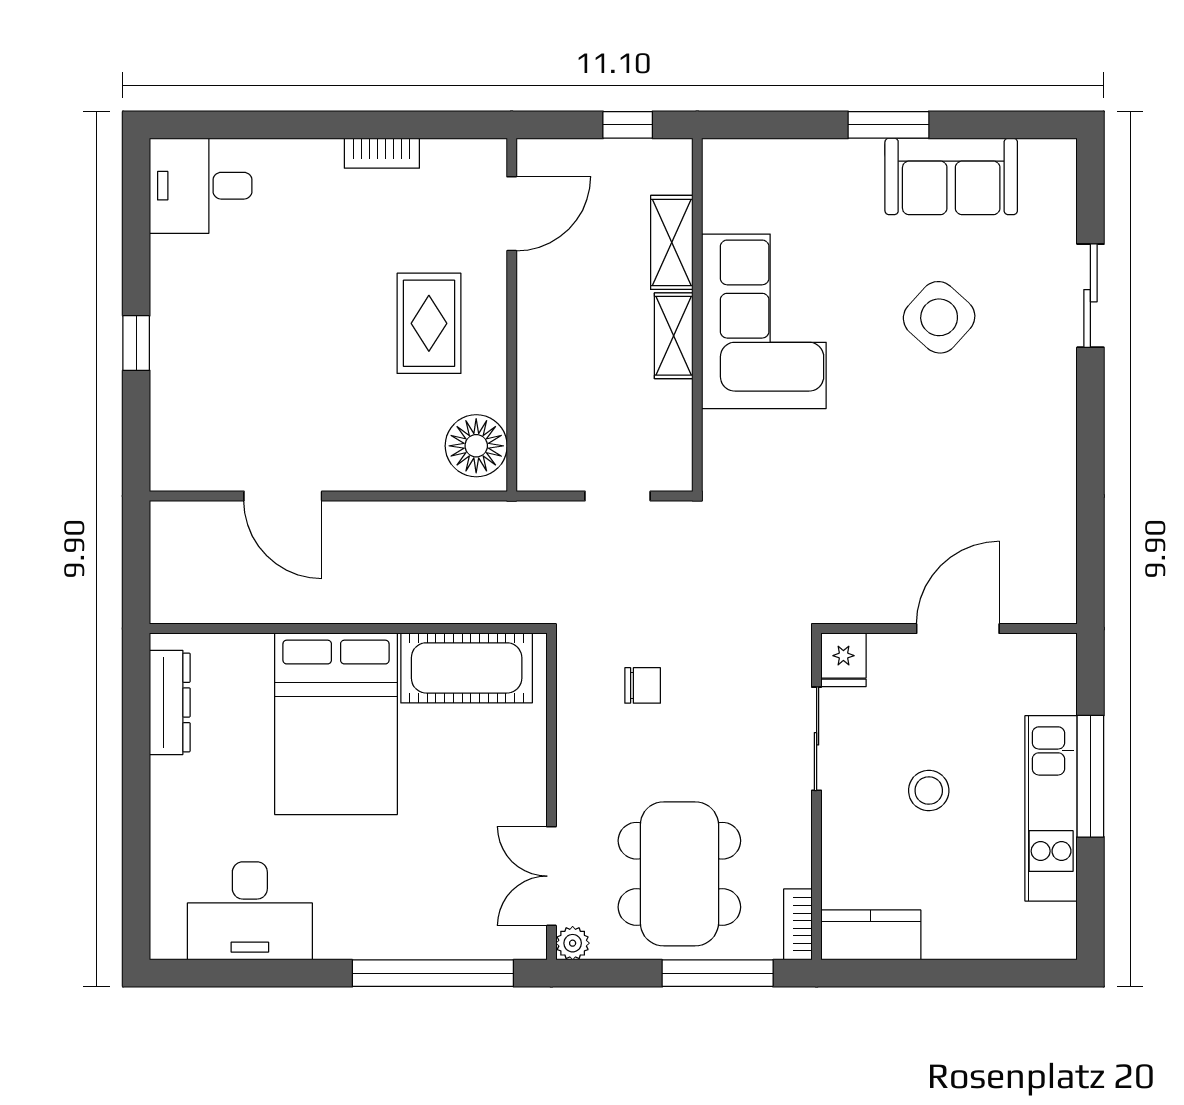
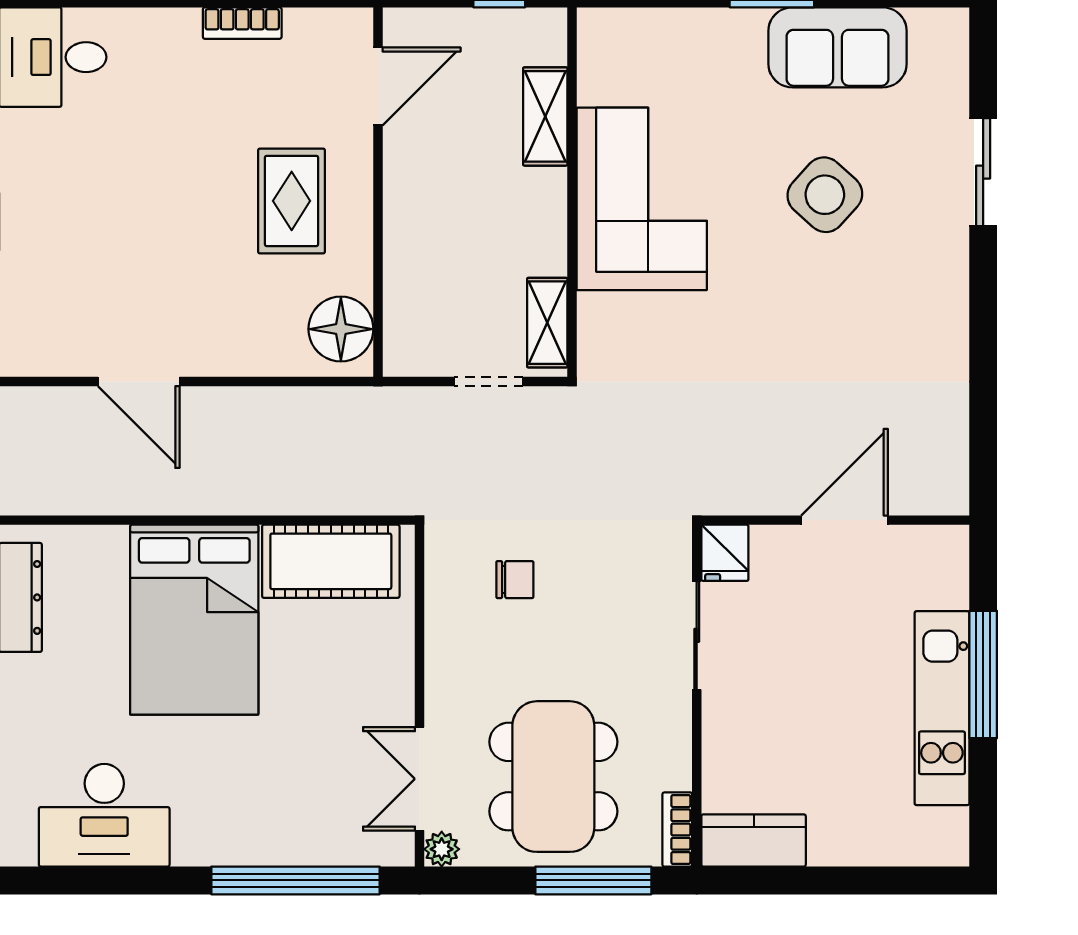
shelving: (674, 336) -> (547, 323), moved
stool: (929, 791) -> (814, 689), removed

